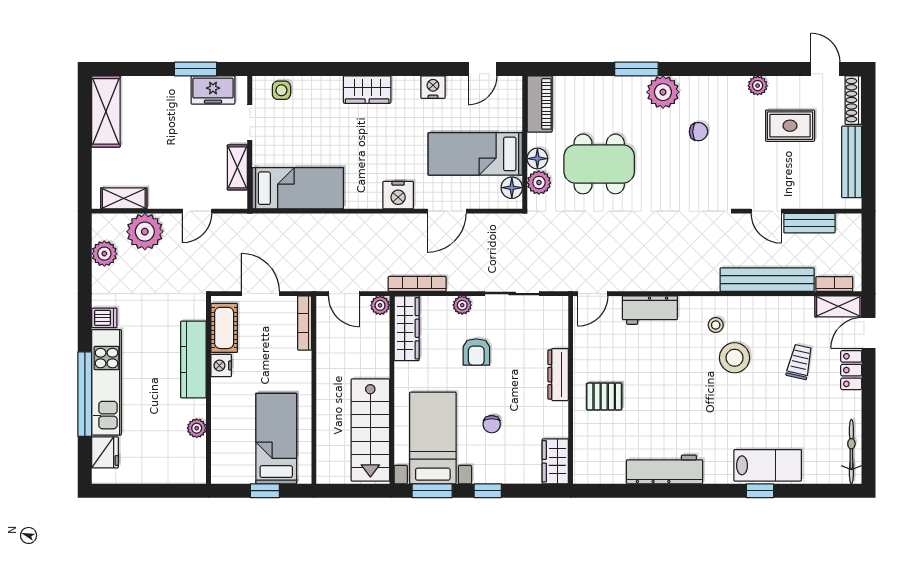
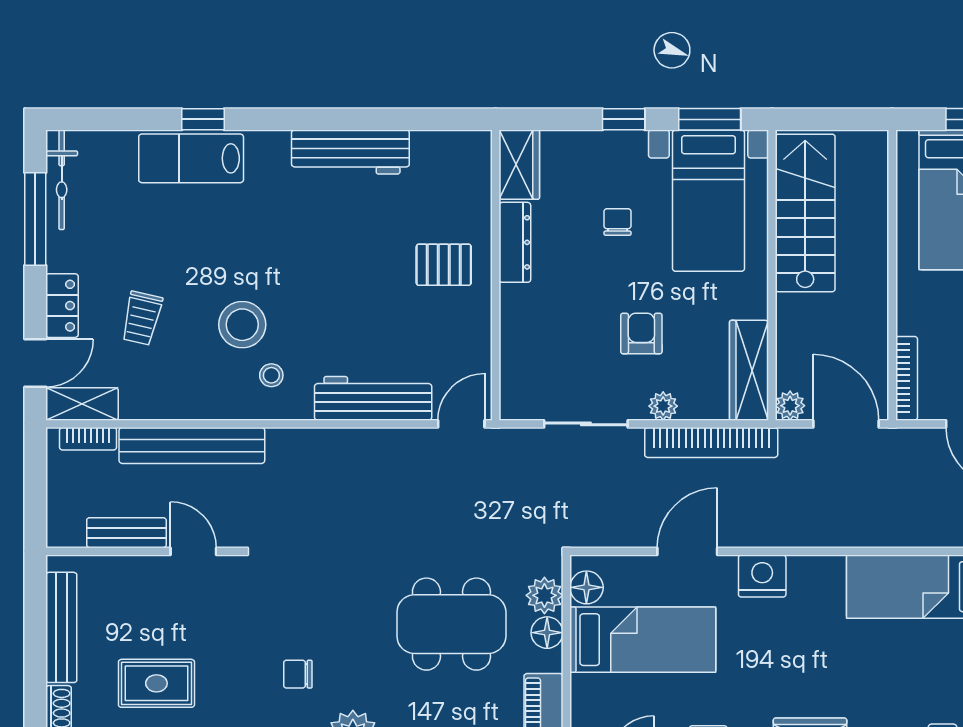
bookcase: (417, 284) -> (711, 442), width x1.48, depth x1.31
door: (344, 294) -> (846, 424), width x1.38
workbench: (650, 310) -> (373, 398), width x1.38
dresser: (558, 375) -> (515, 242), moved
window: (869, 426) -> (35, 219), added

